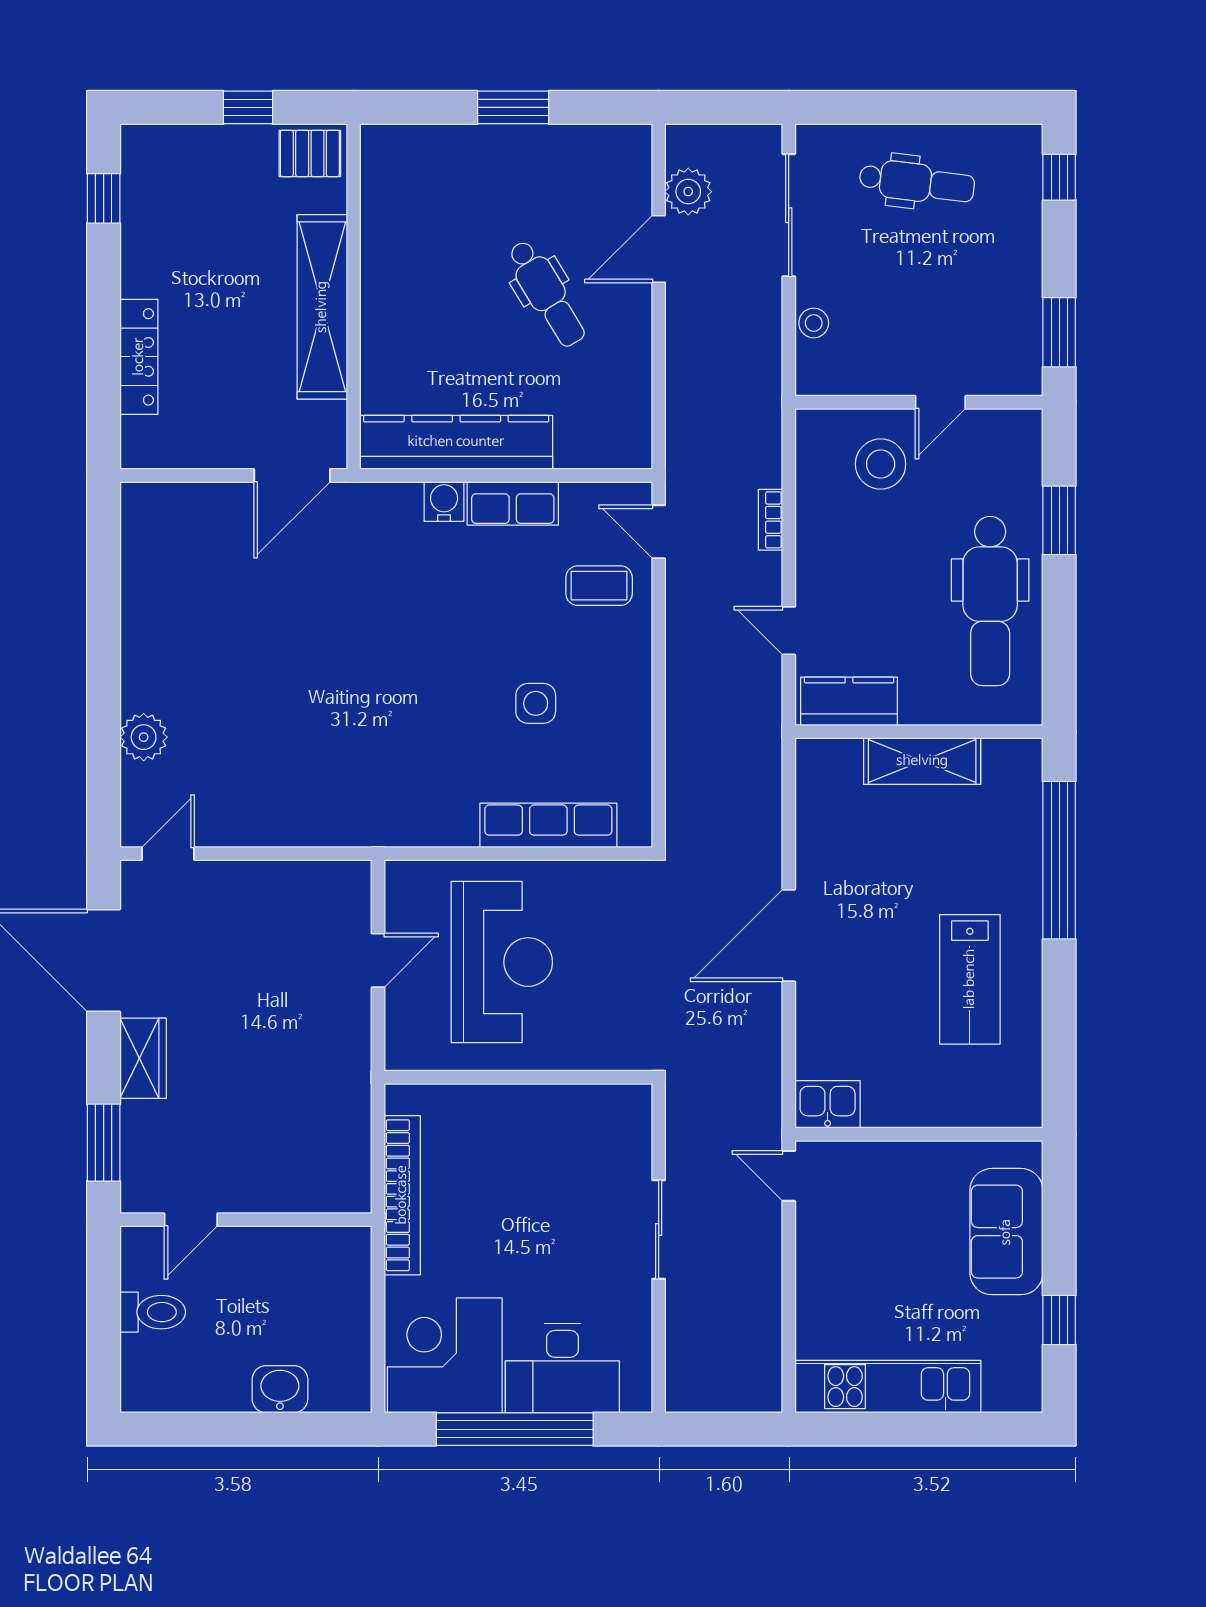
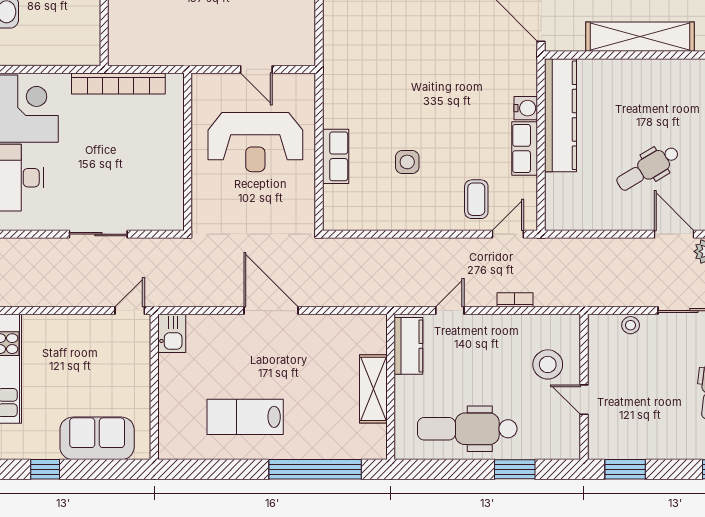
row of seats: (548, 825) -> (336, 156), width x0.68

